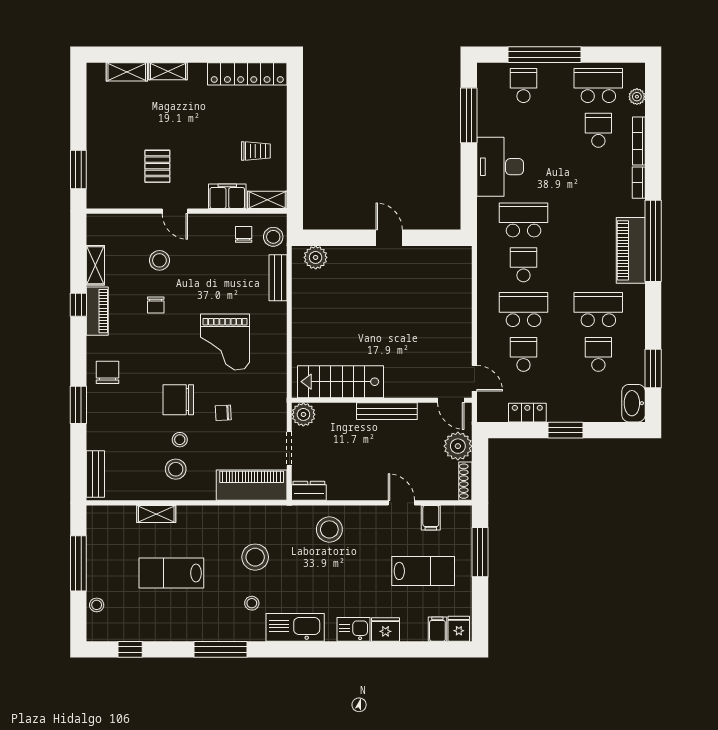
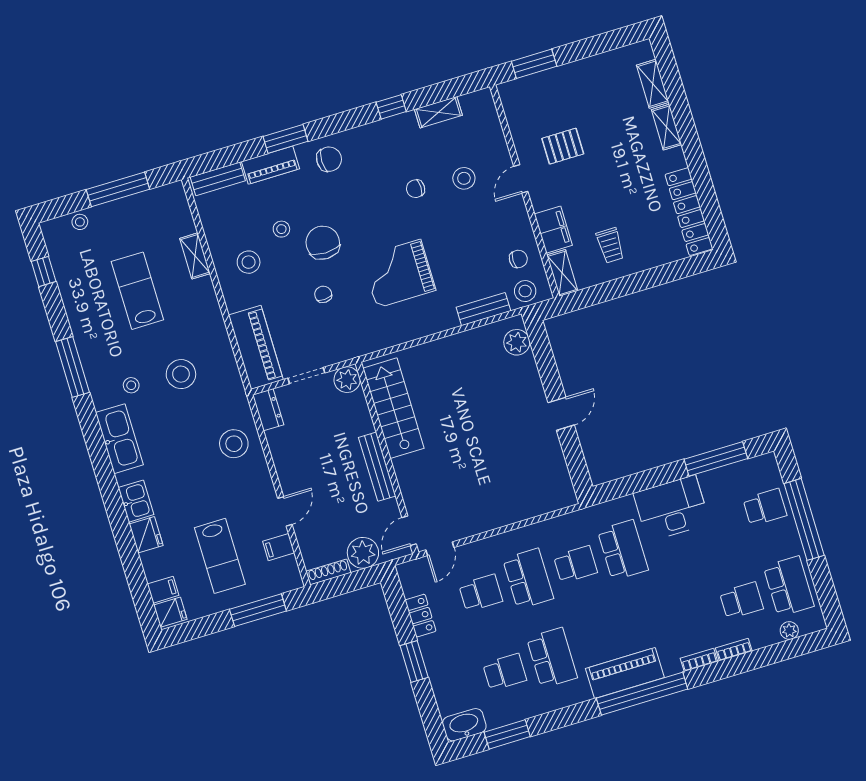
bookcase: (639, 141) -> (734, 650), width x0.64
piano: (97, 311) -> (271, 165), moved
stool: (180, 440) -> (281, 229), moved

